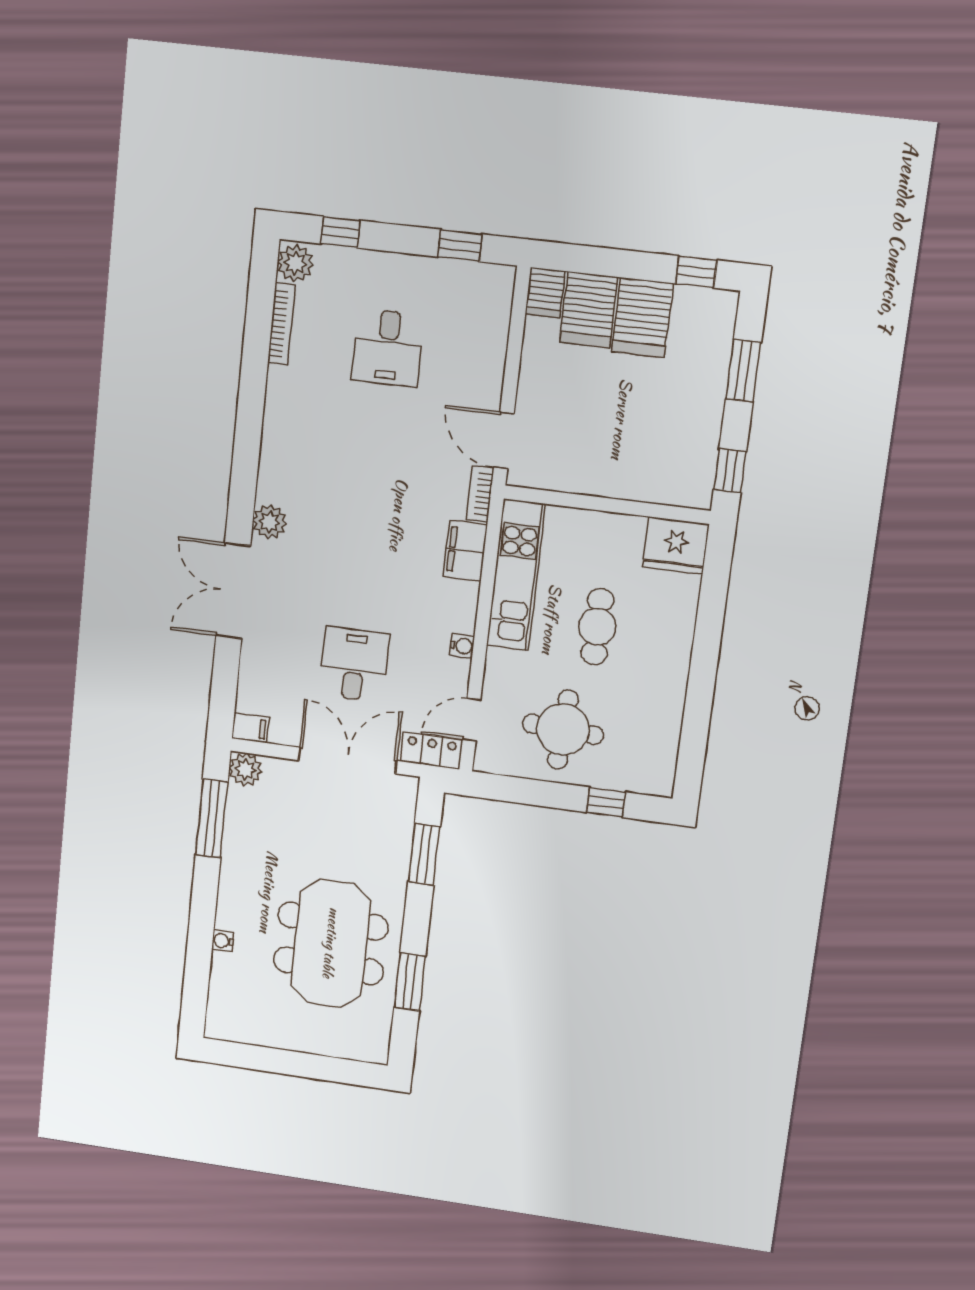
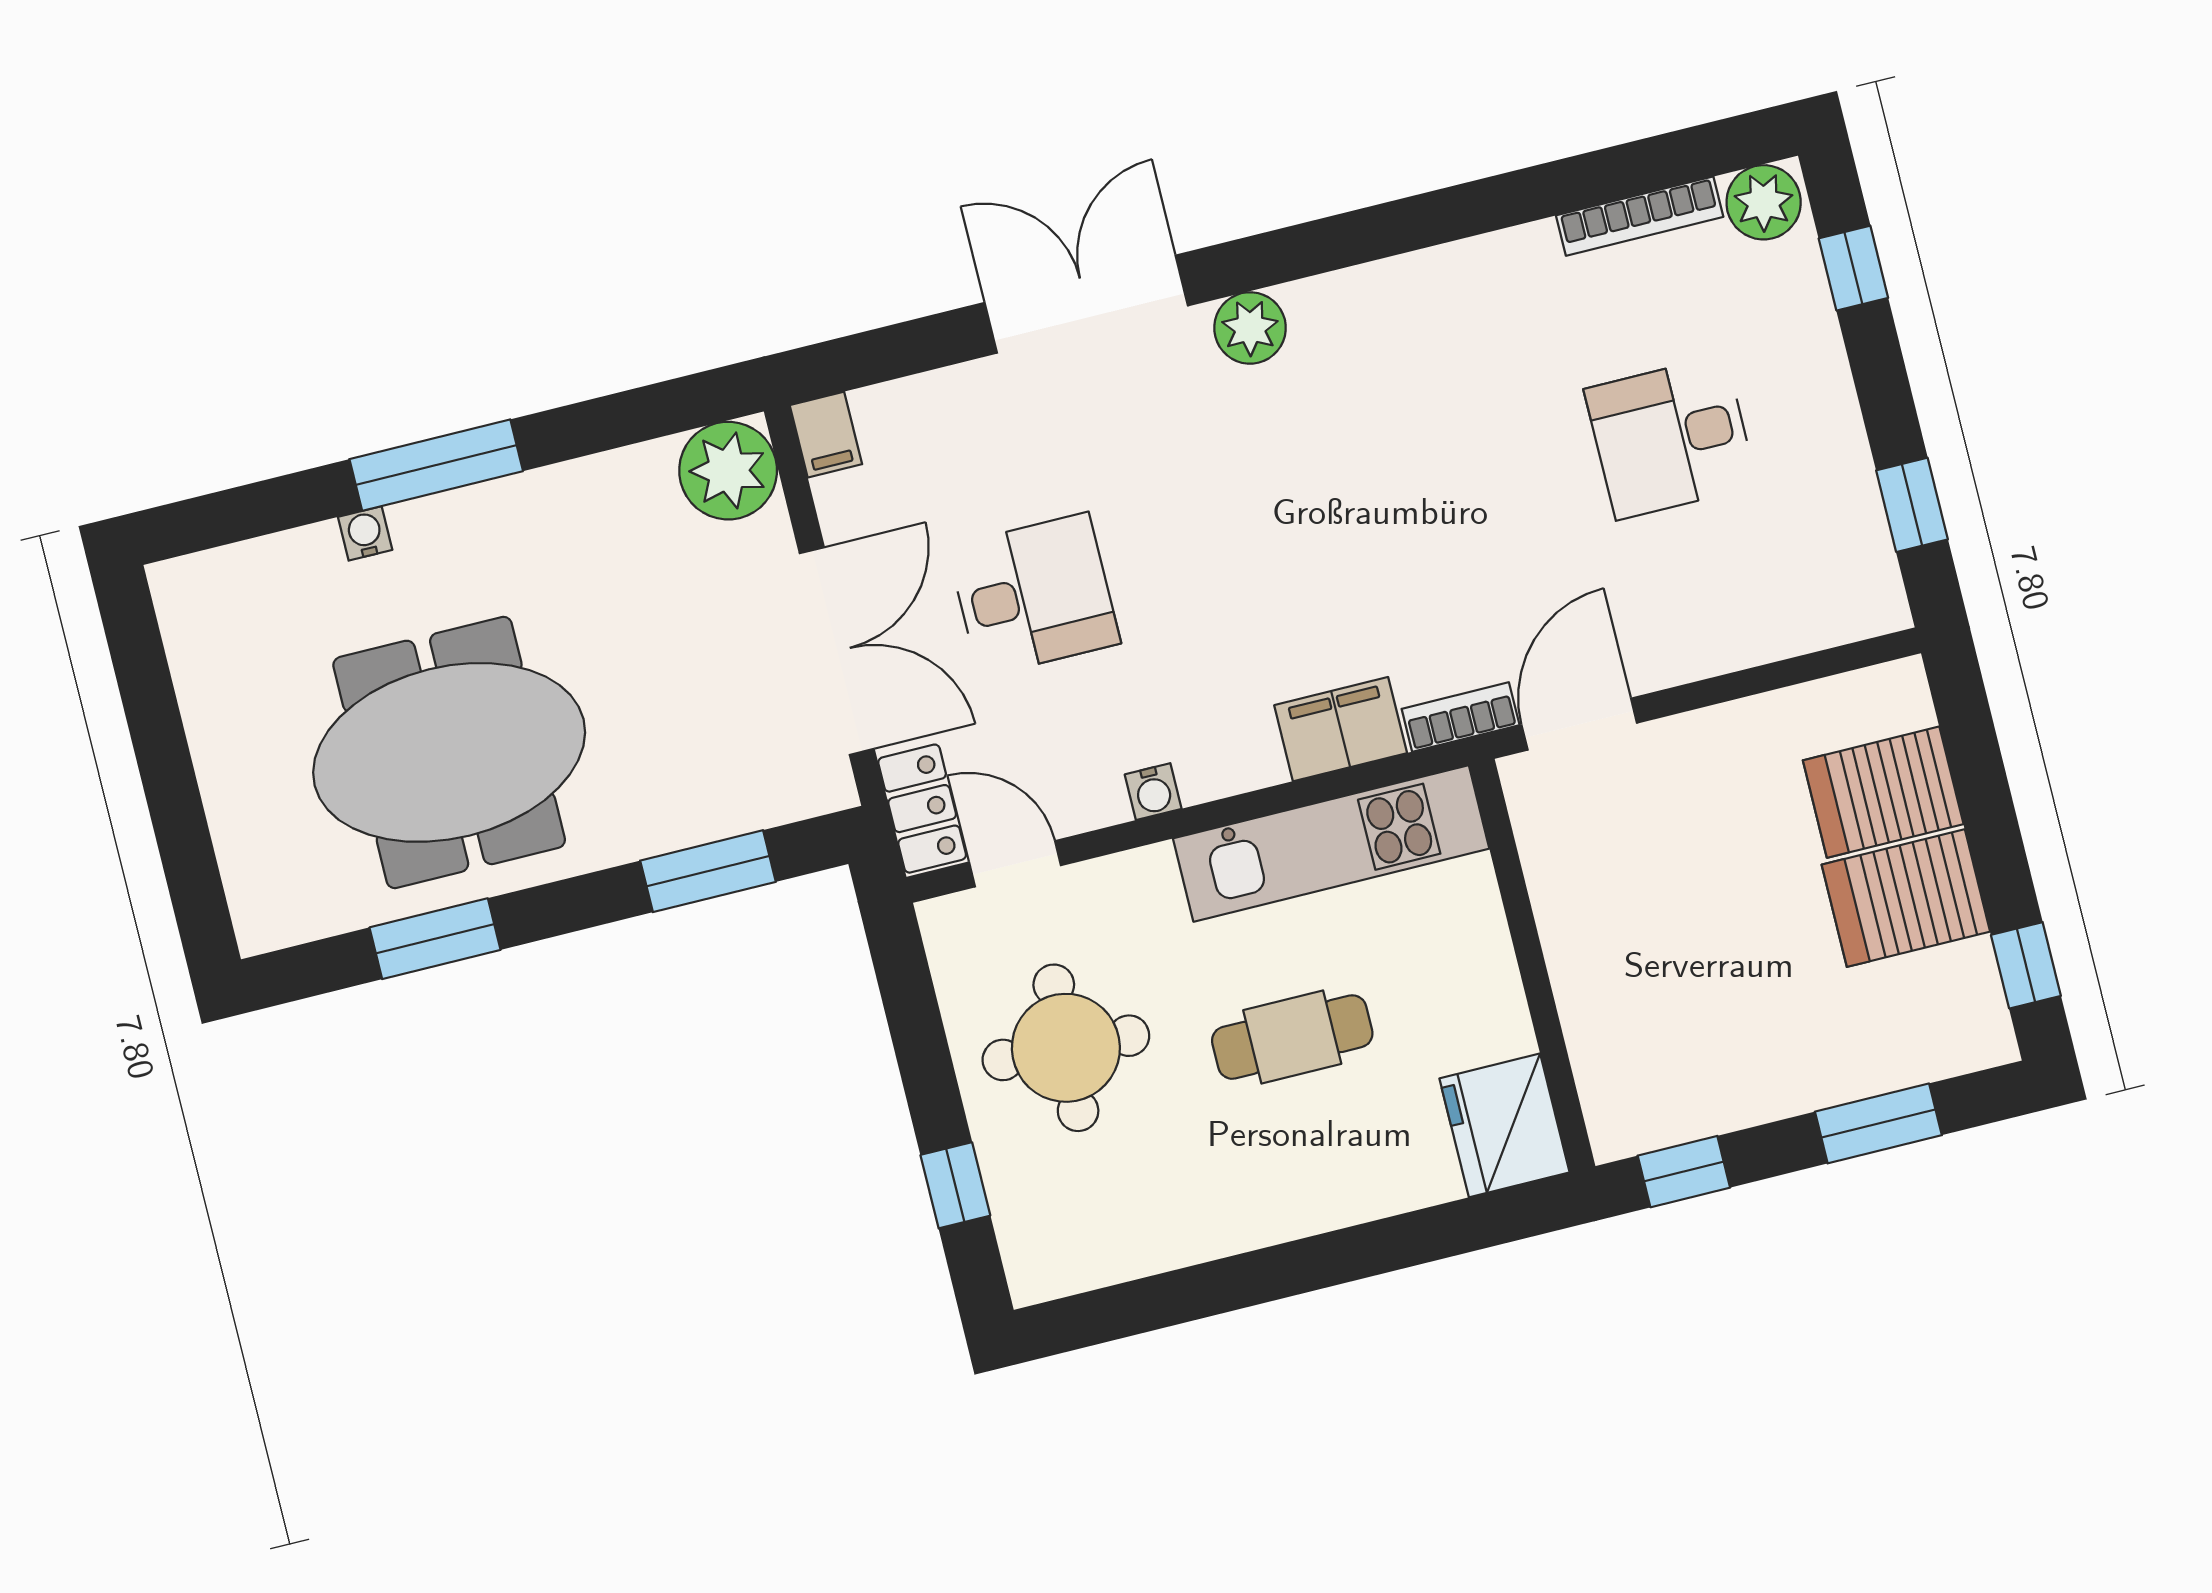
server rack: (545, 293) -> (1884, 698), removed
plant: (246, 769) -> (728, 471), width x1.36, depth x1.36
window: (212, 818) -> (436, 465), moved

